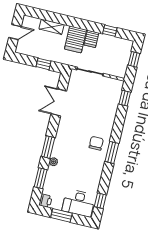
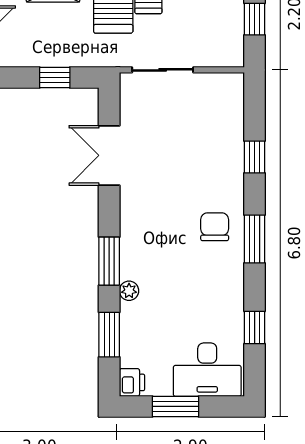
window: (125, 98) -> (255, 157), moved
window: (100, 201) -> (255, 327), moved

